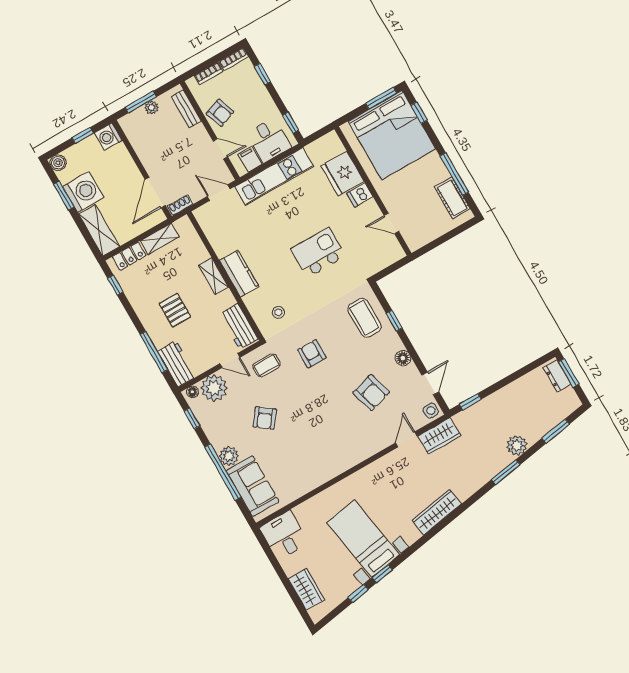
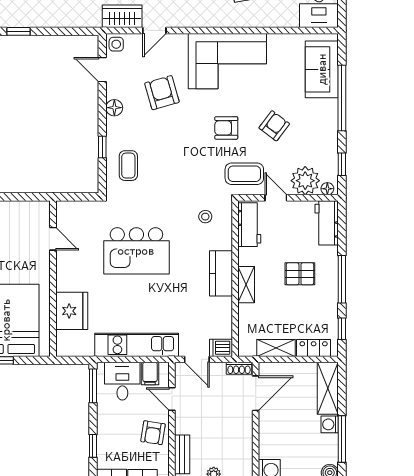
armchair: (220, 113) -> (153, 433), turned -151
window: (290, 123) -> (93, 386), width x1.50
washing machine: (83, 192) -> (330, 424), width x0.53, depth x0.53
dishwasher: (360, 195) -> (221, 348), moved, turned 180
window: (64, 196) -> (342, 439), width x1.44
kitchen island: (318, 252) -> (136, 251), width x1.37, depth x1.28
pallet: (175, 310) -> (300, 274), turned 90
coffee table: (365, 318) -> (128, 166), width x0.73, depth x0.77
window: (154, 352) -> (342, 279), moved
armchair: (312, 354) -> (226, 128), moved, turned 90
coffee table: (267, 365) -> (244, 174), width x1.36, depth x1.30
door: (430, 383) -> (102, 70), hinge flipped
window: (470, 402) -> (18, 31), moved
corner sofa: (333, 449) -> (227, 61), added
plant: (229, 456) -> (328, 110), removed

